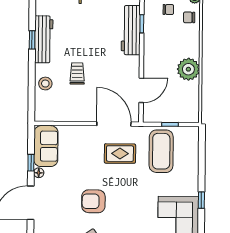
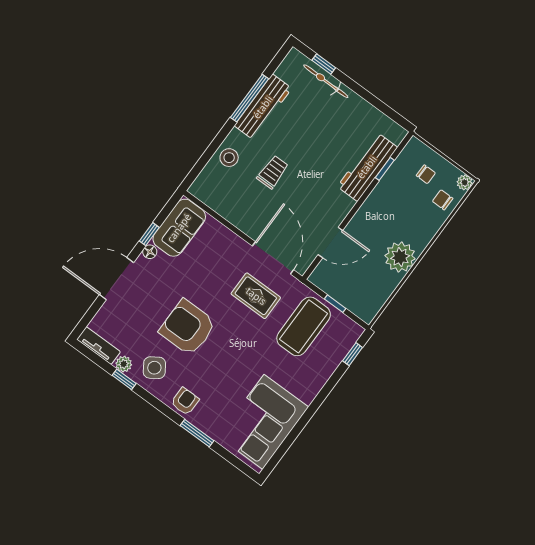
window: (32, 40) -> (250, 98), width x2.17
window: (201, 200) -> (353, 354), moved
armchair: (93, 201) -> (188, 328), width x1.36, depth x1.36

